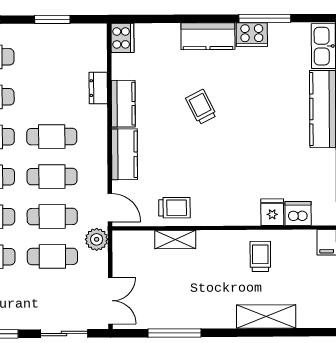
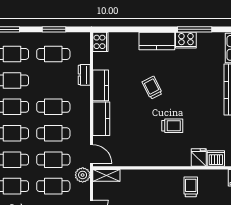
cafe table: (51, 57) -> (53, 54), added
trolley: (174, 208) -> (172, 126), moved
shelving: (175, 240) -> (106, 175), moved

